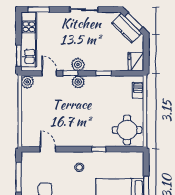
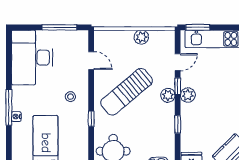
plant: (27, 82) -> (141, 37), moved
sun lounger: (75, 118) -> (127, 92), added
door: (48, 149) -> (91, 61), hinge flipped

